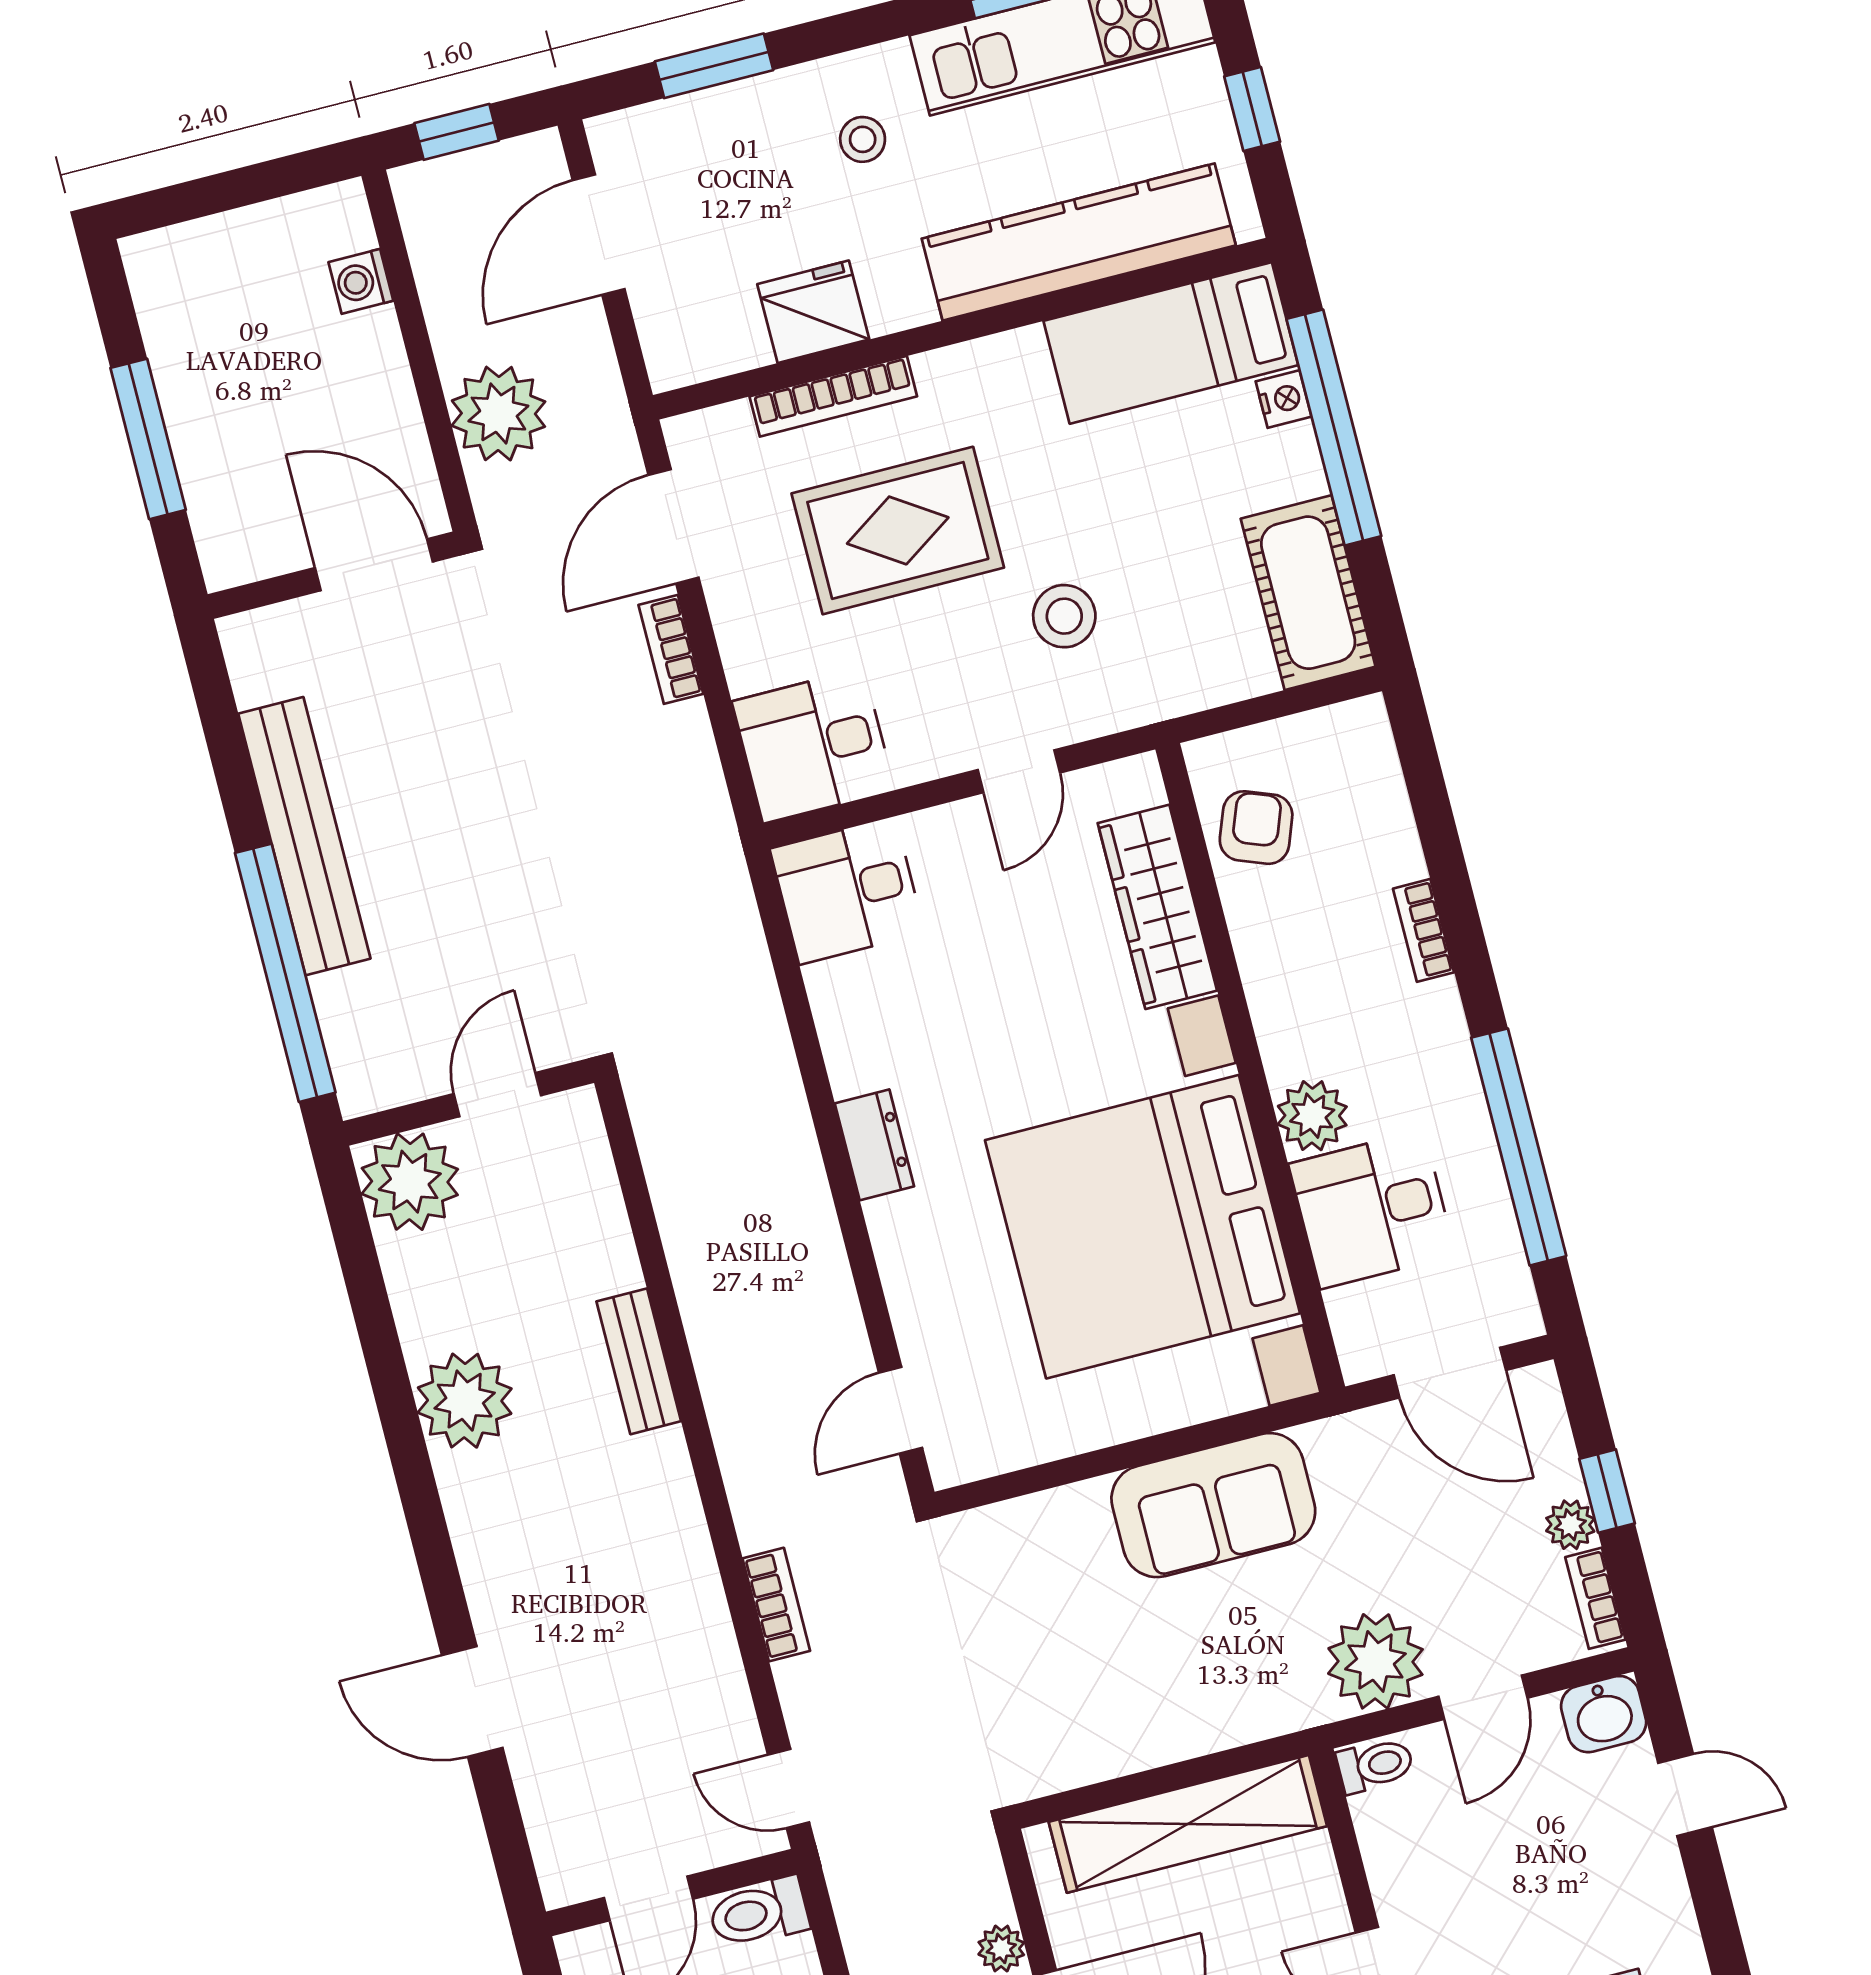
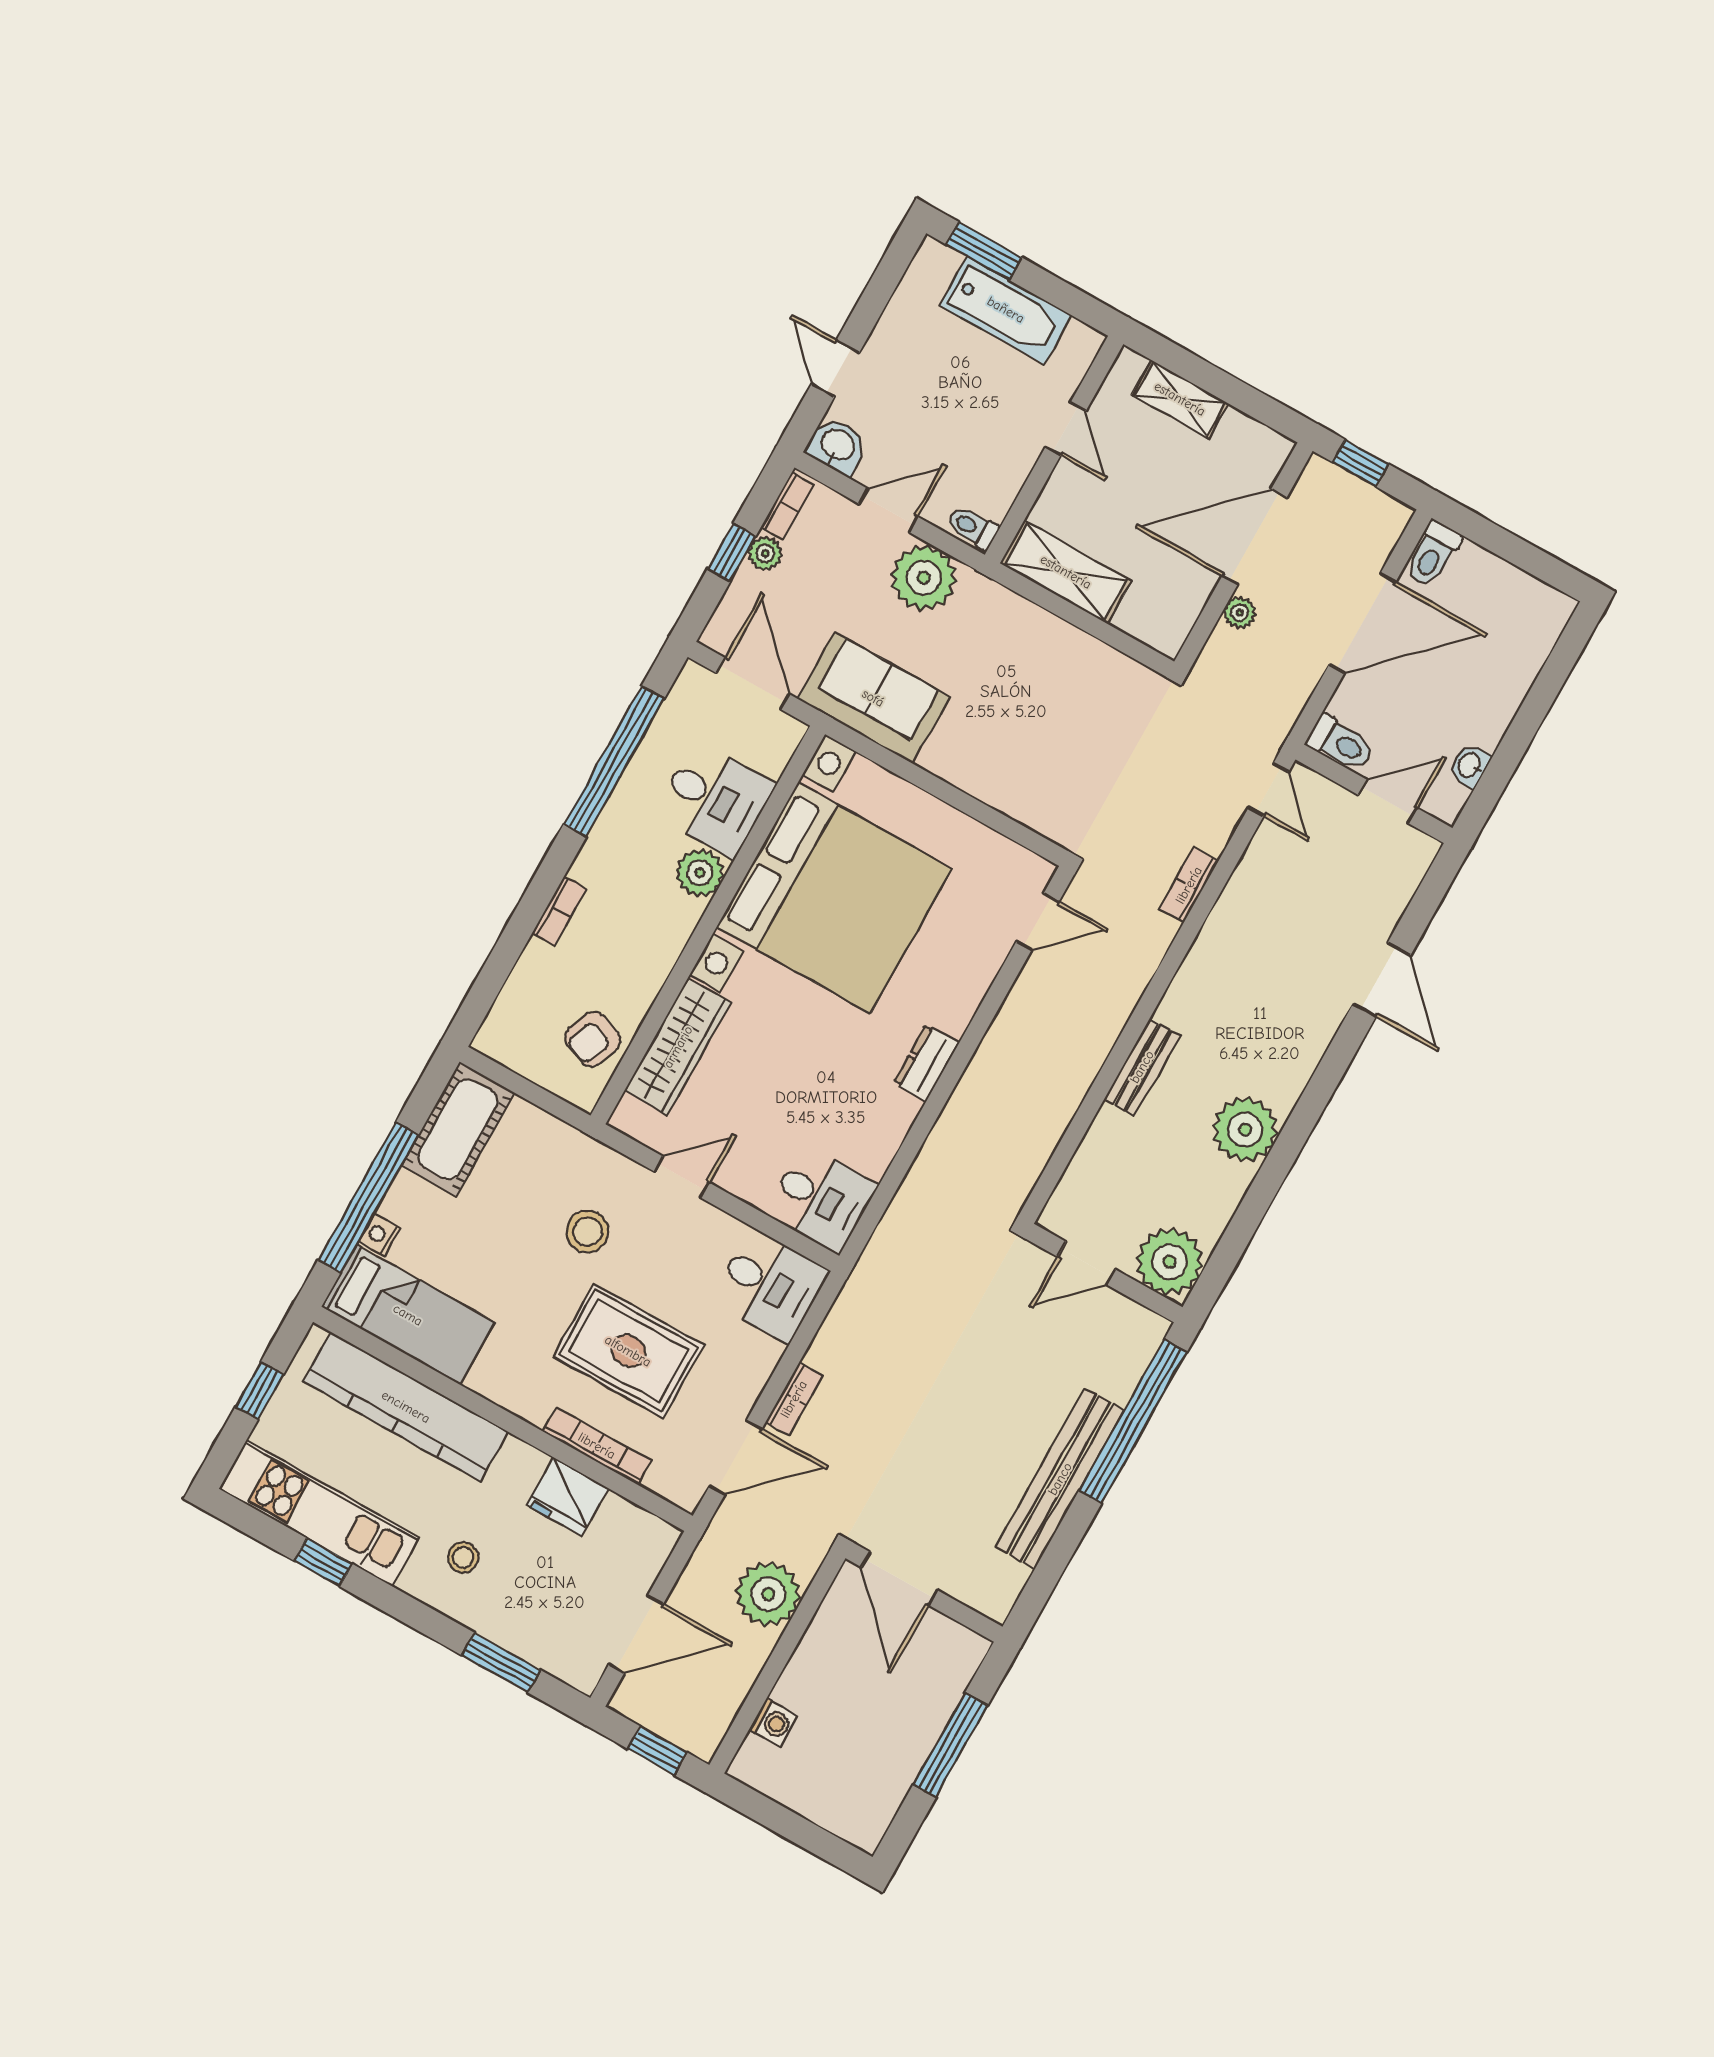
sofa: (1213, 1505) -> (873, 698), moved
shelving: (1188, 1824) -> (1066, 572), width x0.68

